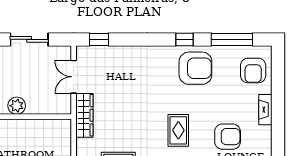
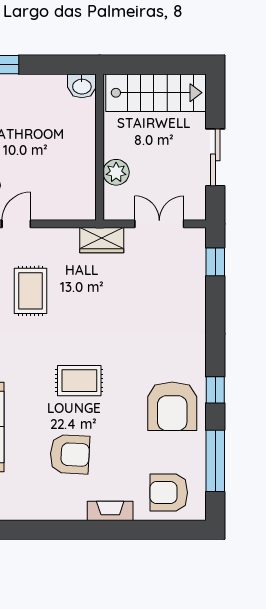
plant: (17, 106) -> (116, 172), moved
wardrobe: (84, 115) -> (102, 240), width x0.67
armchair: (228, 137) -> (70, 454), turned -87

